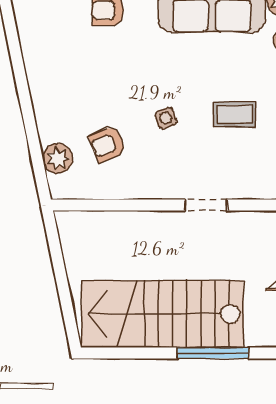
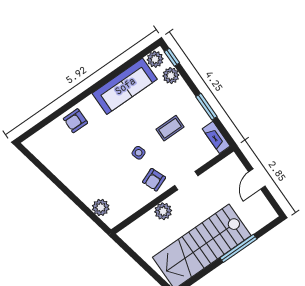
armchair: (107, 144) -> (154, 180), moved
plant: (143, 226) -> (163, 211), added

